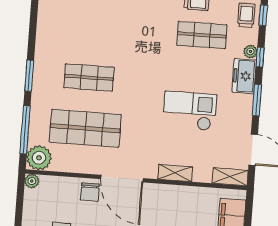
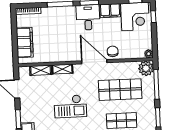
checkout: (190, 111) -> (70, 106), moved
shelving: (230, 177) -> (41, 70), moved

